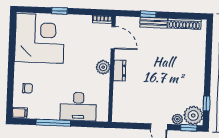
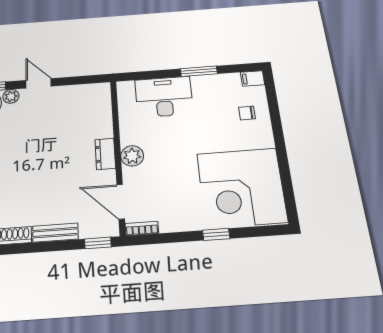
window: (148, 14) -> (98, 243), moved
window: (53, 123) -> (199, 71), width x0.69

